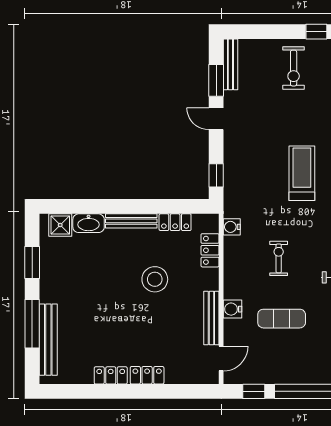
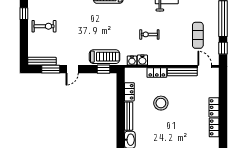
treadmill: (302, 173) -> (105, 57), moved, turned 180
locker: (210, 250) -> (157, 72), moved
water cooler: (232, 309) -> (142, 60), moved
exercise mat: (282, 319) -> (198, 35), moved

